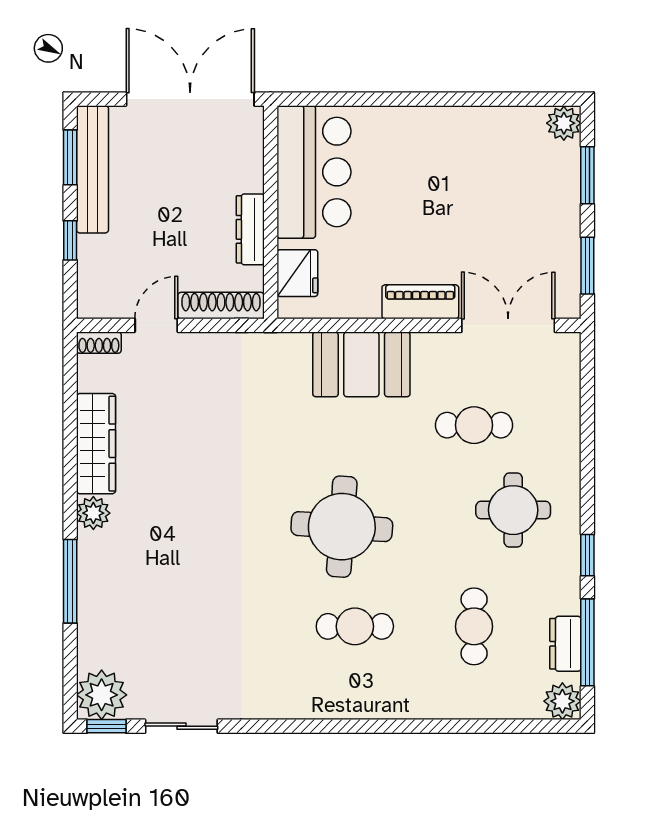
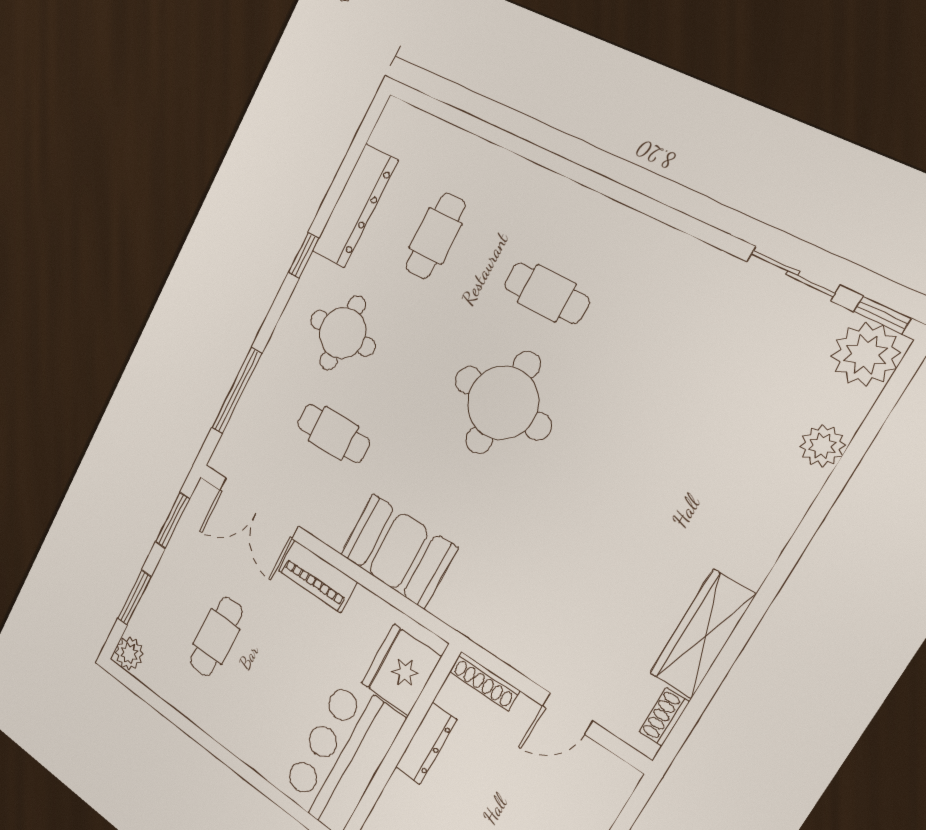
cafe table: (485, 193) -> (216, 637), added
fridge: (297, 273) -> (401, 670), width x1.36, depth x1.34
shoe rack: (221, 306) -> (484, 681), width x0.74, depth x0.81
shoe rack: (99, 343) -> (664, 717), moved, turned -90
plant: (93, 513) -> (822, 446), moved
window: (70, 581) -> (824, 503), removed
window: (587, 642) -> (237, 391), moved
dresser: (565, 644) -> (355, 206), width x1.96, depth x1.24
plant: (562, 701) -> (397, 121), removed

